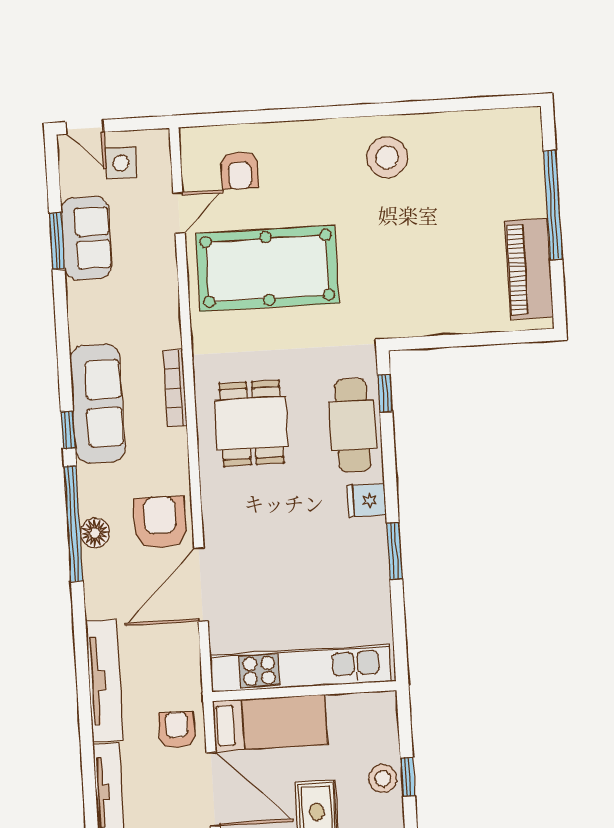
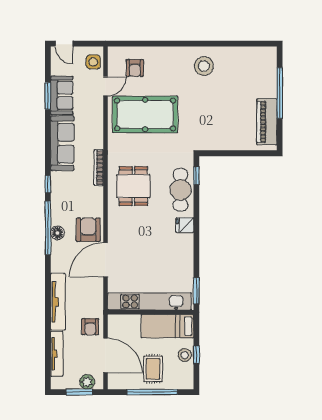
side table: (121, 163) -> (93, 62), moved
sofa: (98, 404) -> (62, 143), moved
window: (394, 551) -> (196, 291), moved
bed: (270, 723) -> (167, 326), moved, turned 180
armchair: (177, 730) -> (90, 327), turned 180

